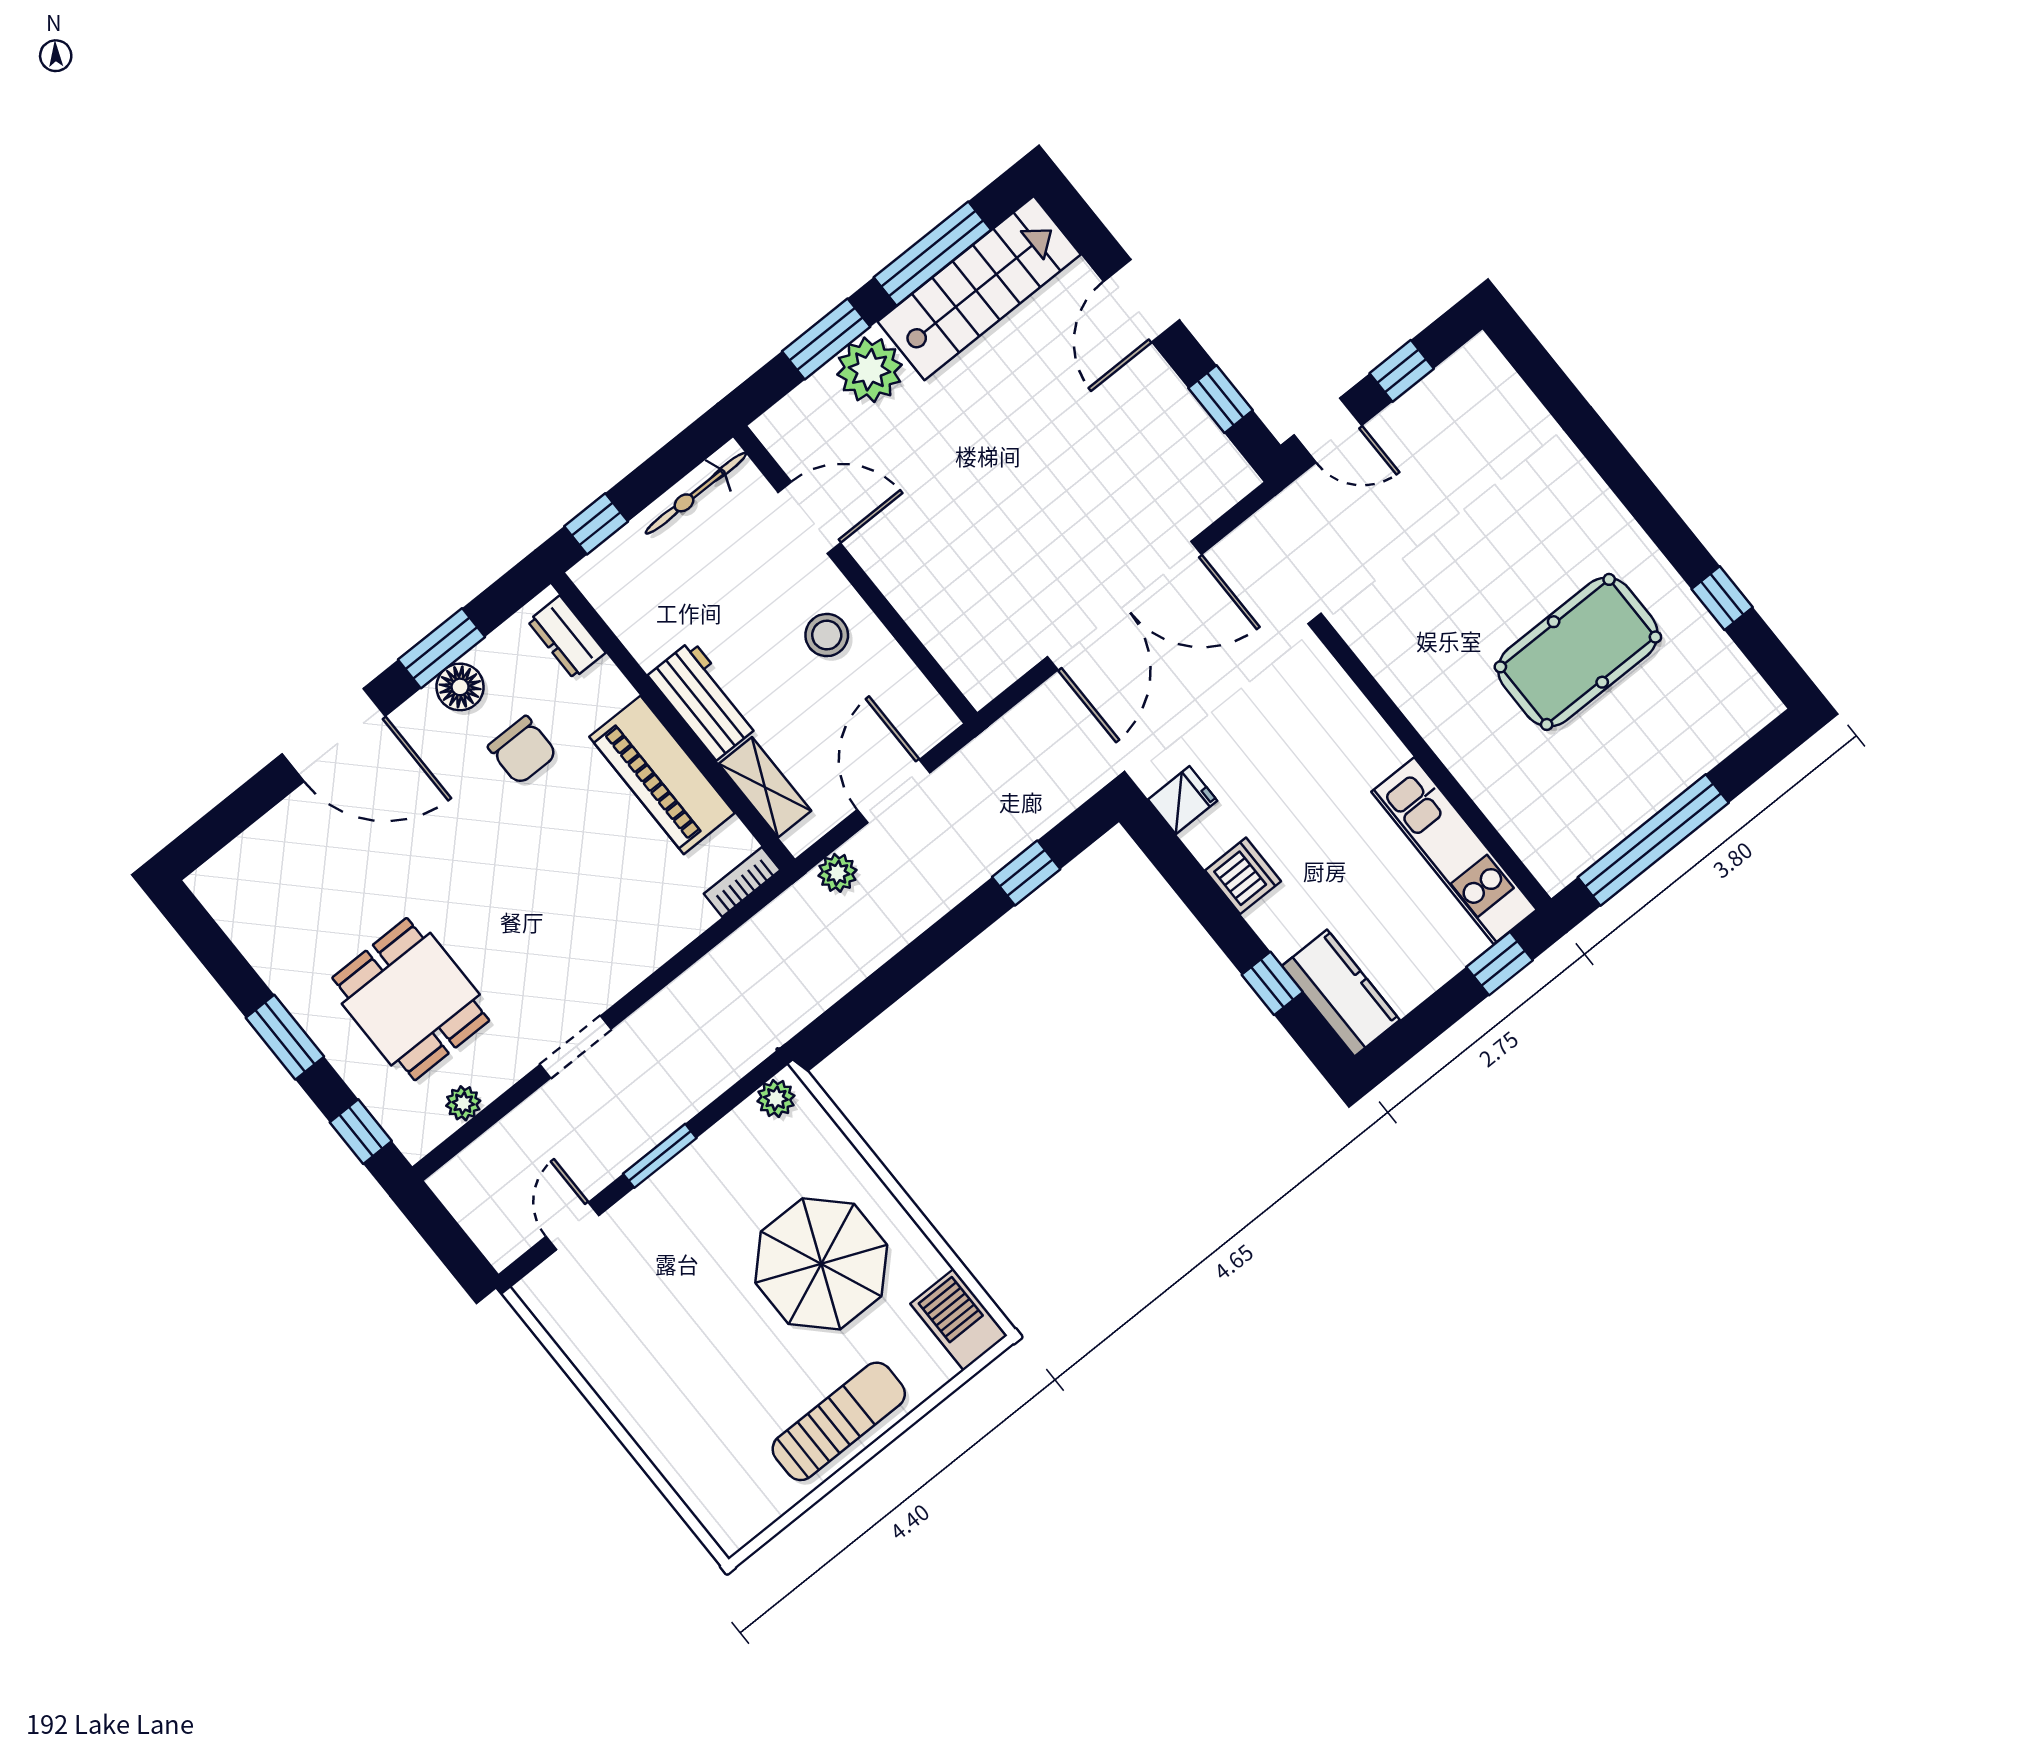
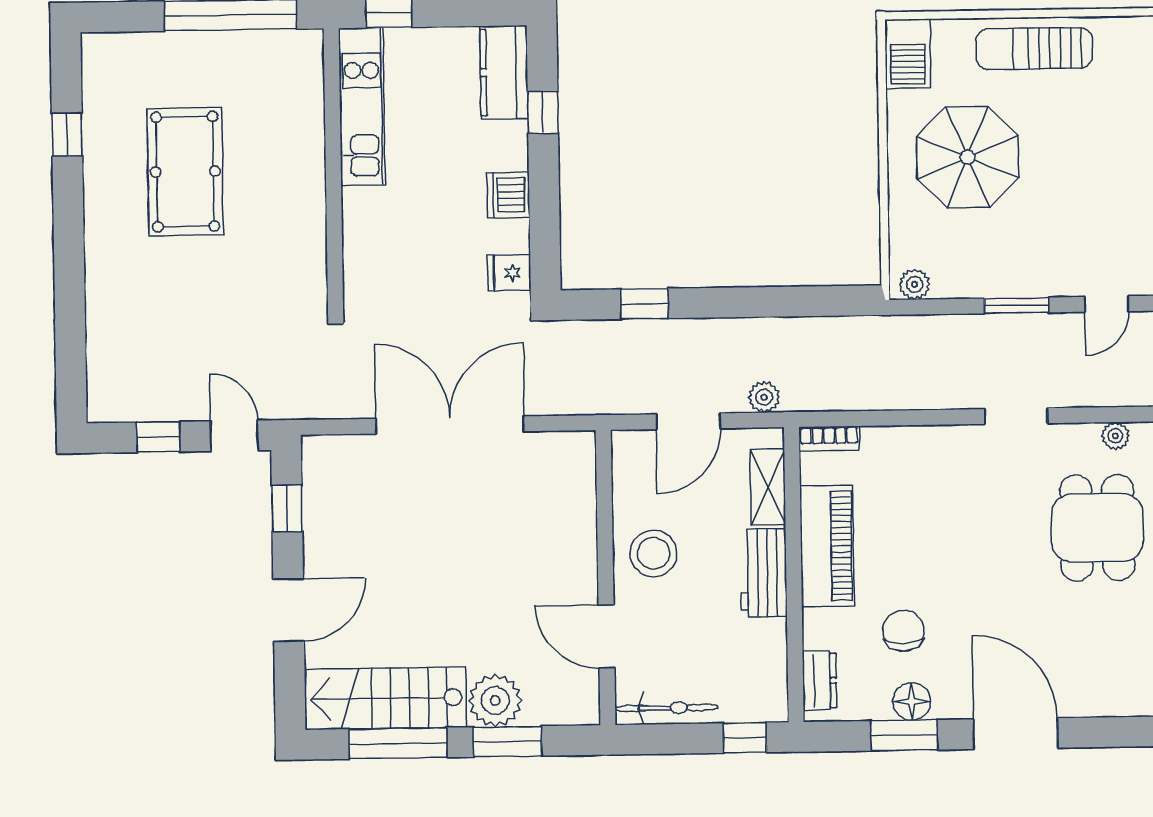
stool: (827, 635) -> (653, 553), width x1.38, depth x1.38
pool table: (1578, 652) -> (185, 172), turned 90

